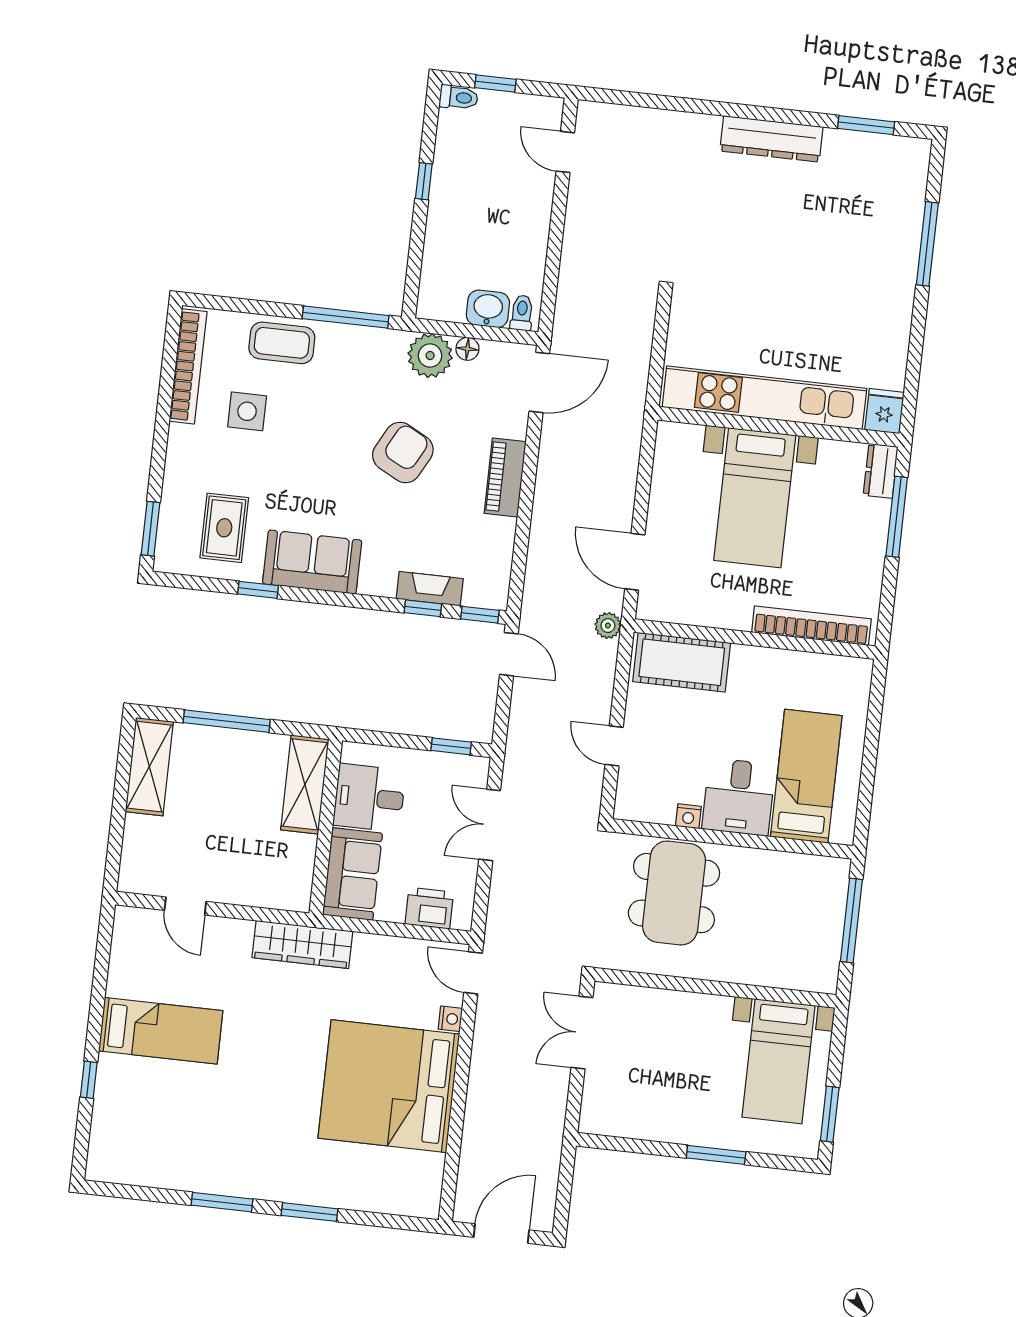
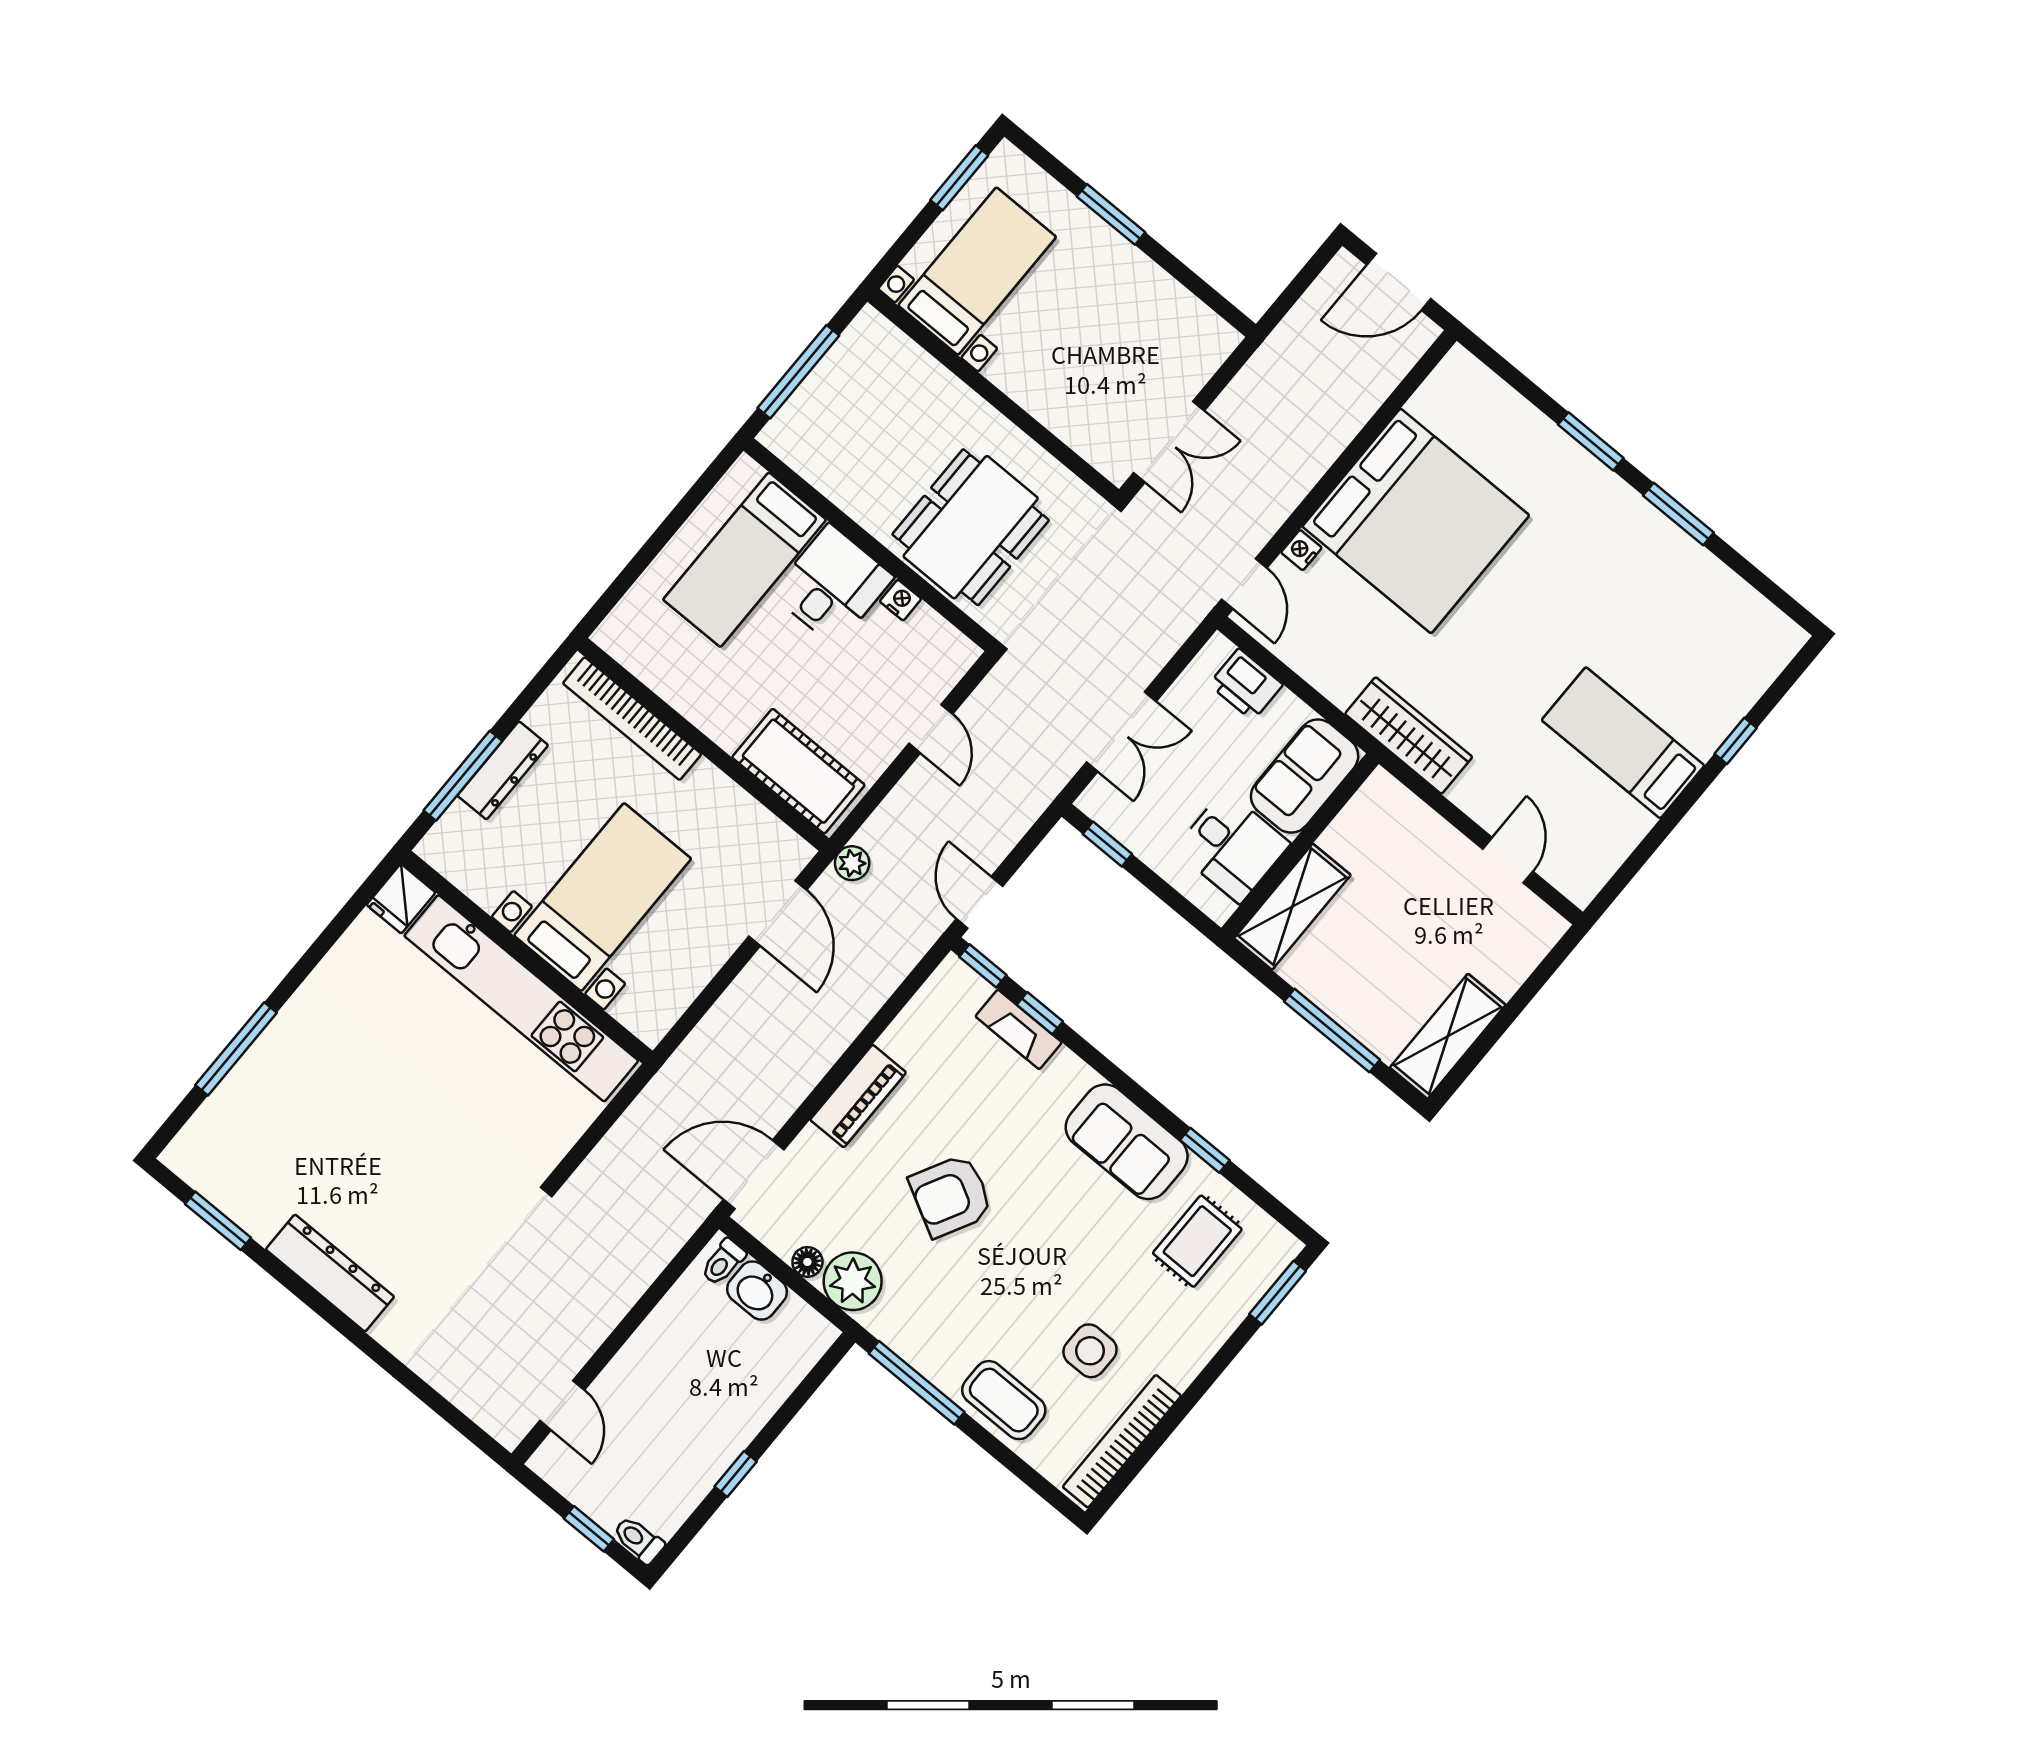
dresser: (881, 471) -> (503, 770), moved, width x1.44

